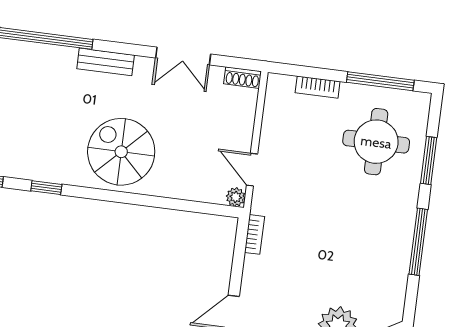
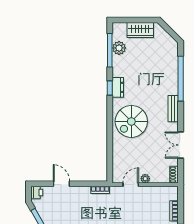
spiral stairs: (121, 152) -> (131, 121), turned 180
dresser: (47, 171) -> (118, 87), added
plant: (236, 197) -> (145, 179), moved

